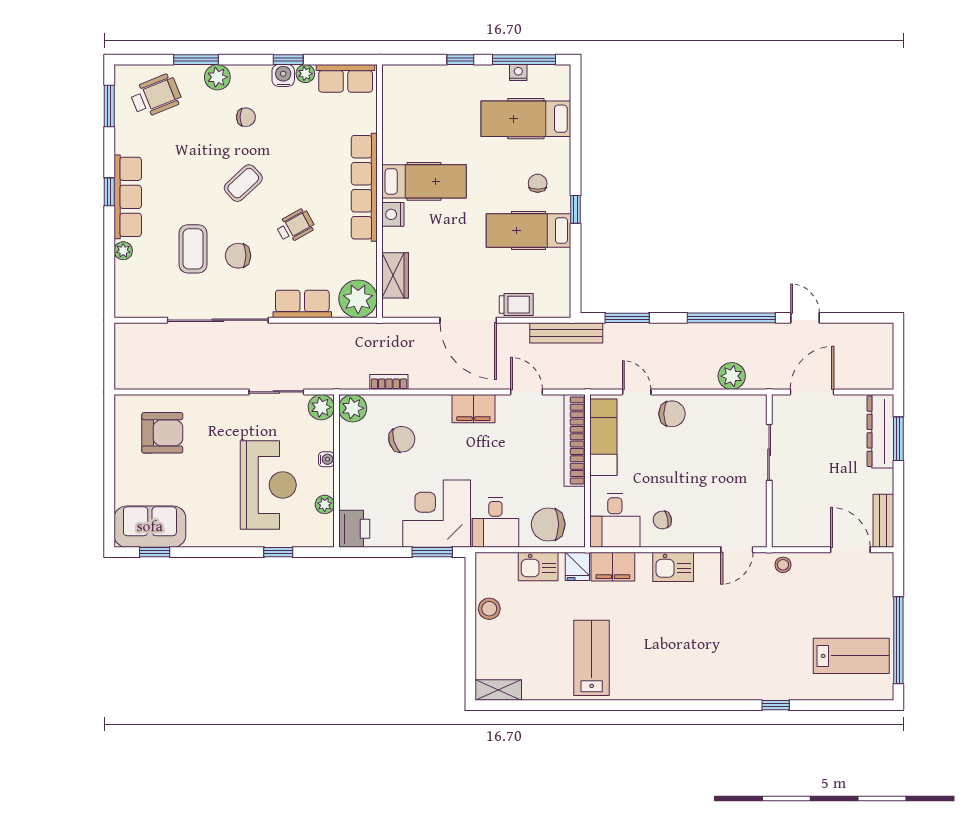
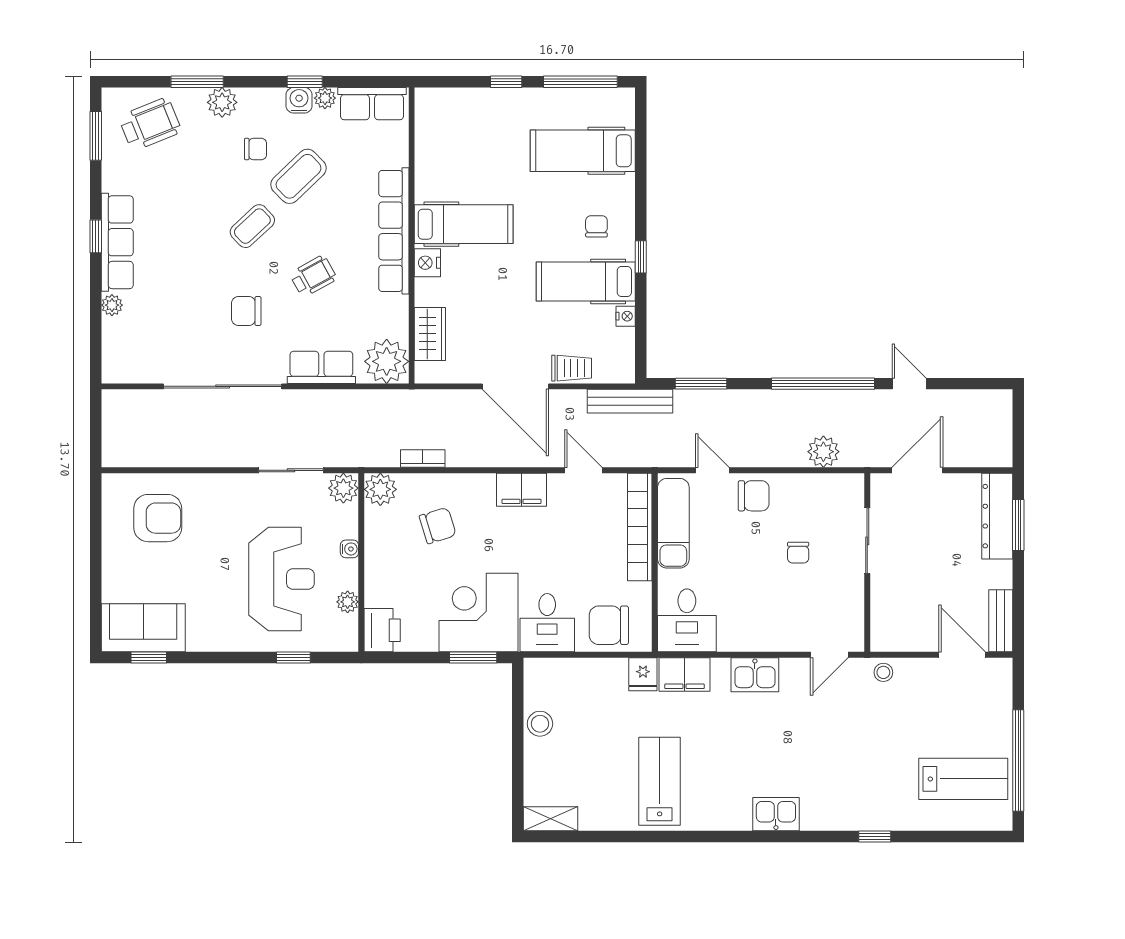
nightstand: (518, 73) -> (626, 316), moved, turned 90
coffee table: (193, 249) -> (298, 176), moved, turned 46
chair: (662, 520) -> (798, 553), moved, turned -80
kitchen sink: (538, 567) -> (776, 814), moved, turned 180

